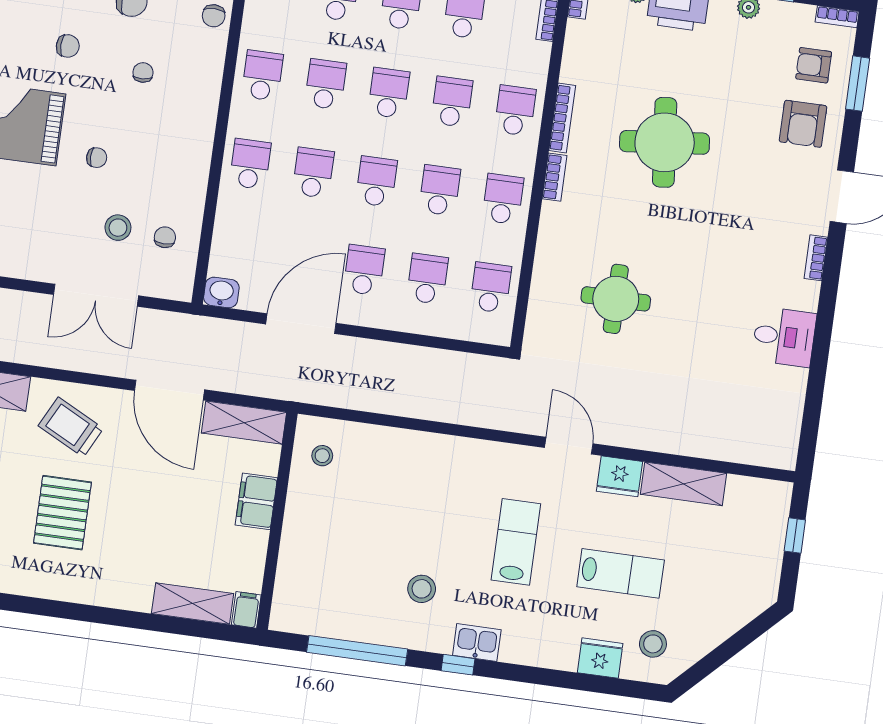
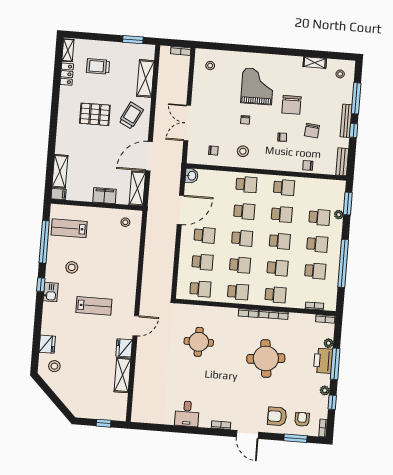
chair: (68, 46) -> (291, 105), width x1.87, depth x1.87
stool: (118, 228) -> (243, 151), moved
door: (301, 324) -> (180, 210), hinge flipped
lab bench: (621, 573) -> (69, 228), moved, turned 90

